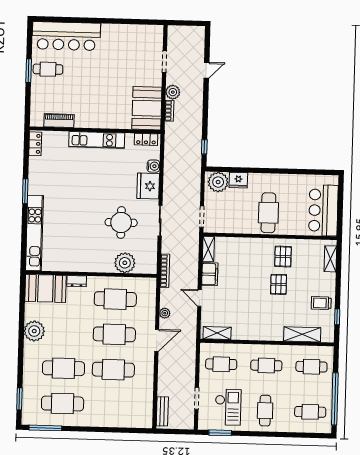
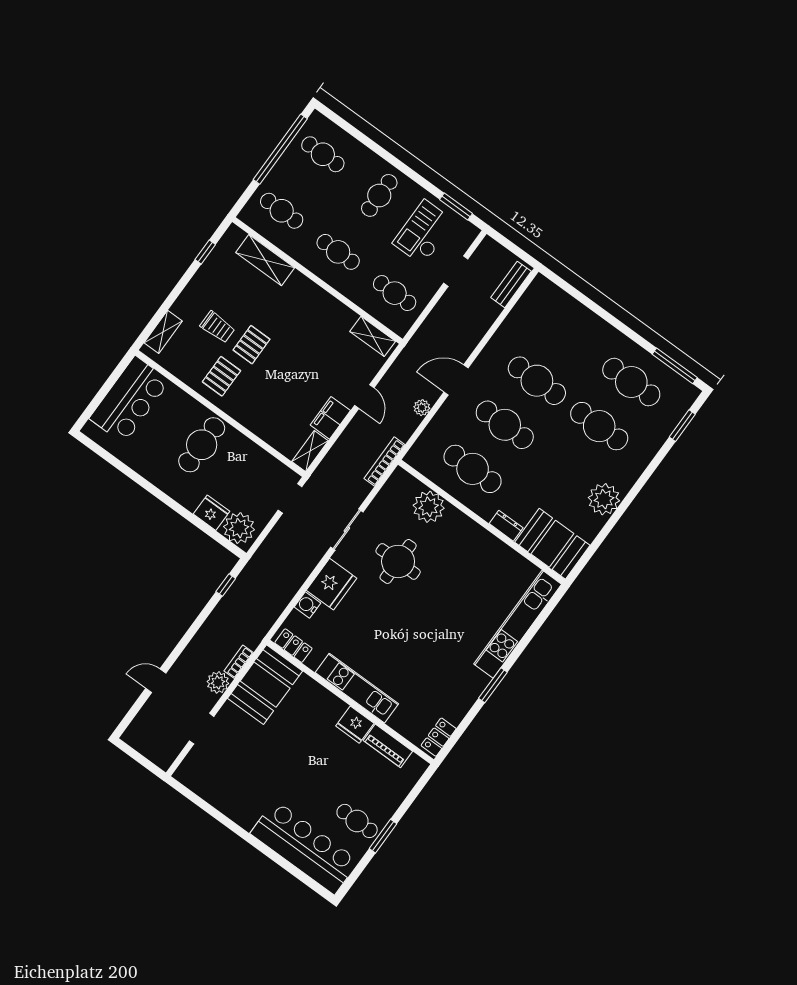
fridge: (84, 120) -> (355, 725), added
trolley: (321, 303) -> (217, 327), moved

